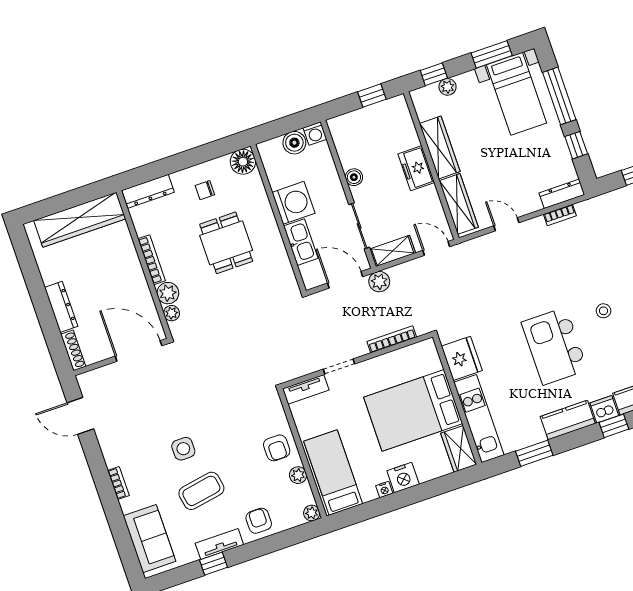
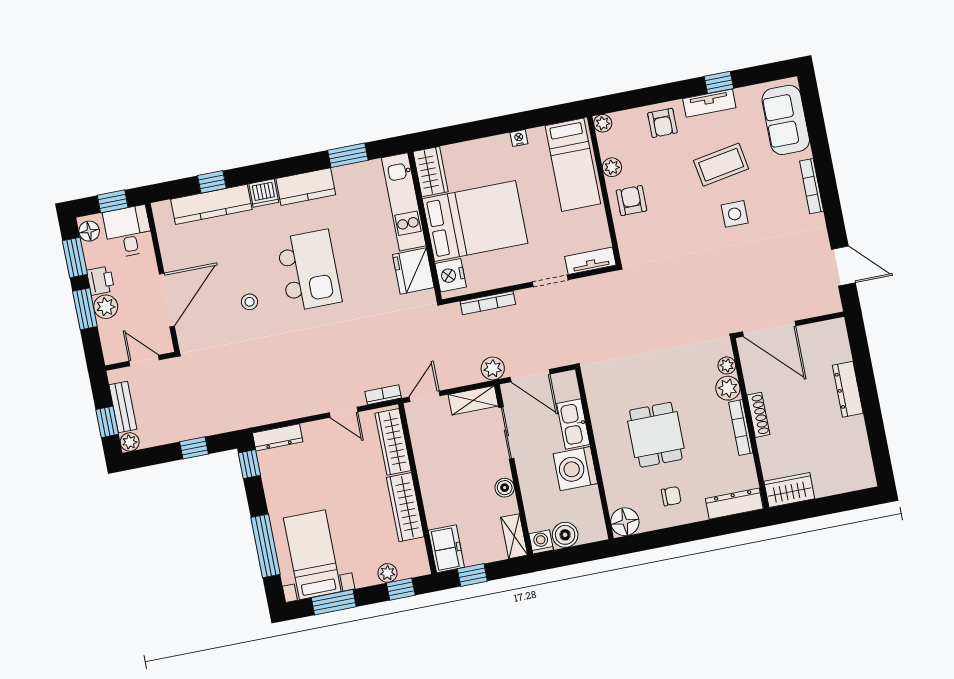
shelving: (340, 135) -> (514, 536), added
window: (576, 145) -> (249, 464), moved
freezer: (416, 168) -> (446, 549), moved
bookcase: (560, 215) -> (383, 395), moved
wardrobe: (80, 220) -> (789, 490), width x0.48, depth x0.85
door: (436, 248) -> (425, 396), swing flipped
shoe rack: (73, 350) -> (758, 415), moved, turned 180
window: (614, 426) -> (256, 173), removed
nightstand: (403, 477) -> (451, 275), moved, turned -90
bookcase: (118, 483) -> (812, 186), width x1.56

